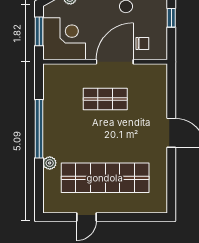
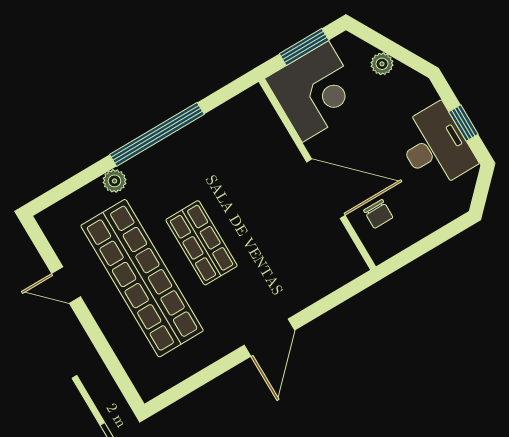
window: (171, 18) -> (443, 234), removed
shop shelf: (105, 99) -> (202, 243), moved

